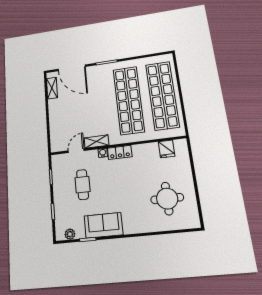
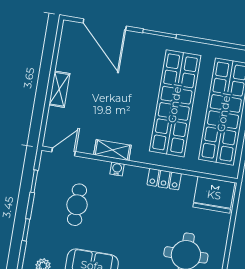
shelving: (52, 88) -> (59, 89), moved
fridge: (166, 149) -> (214, 195), width x1.88, depth x1.34
door: (76, 151) -> (64, 152), moved
locker: (120, 152) -> (164, 179), moved

